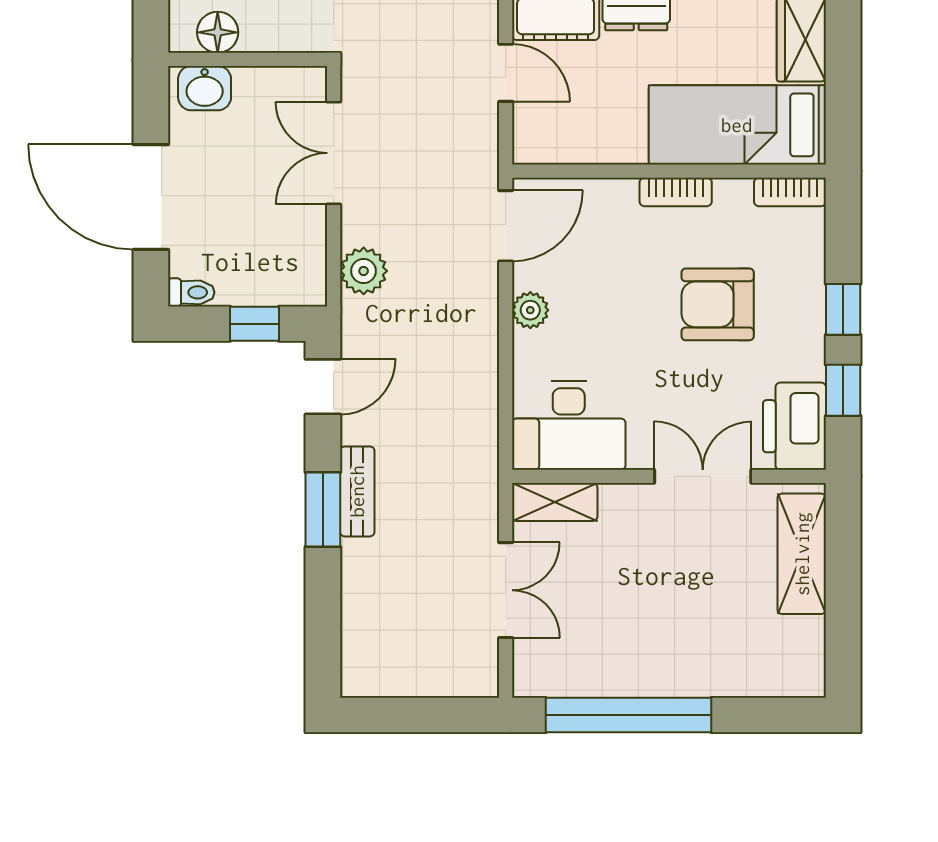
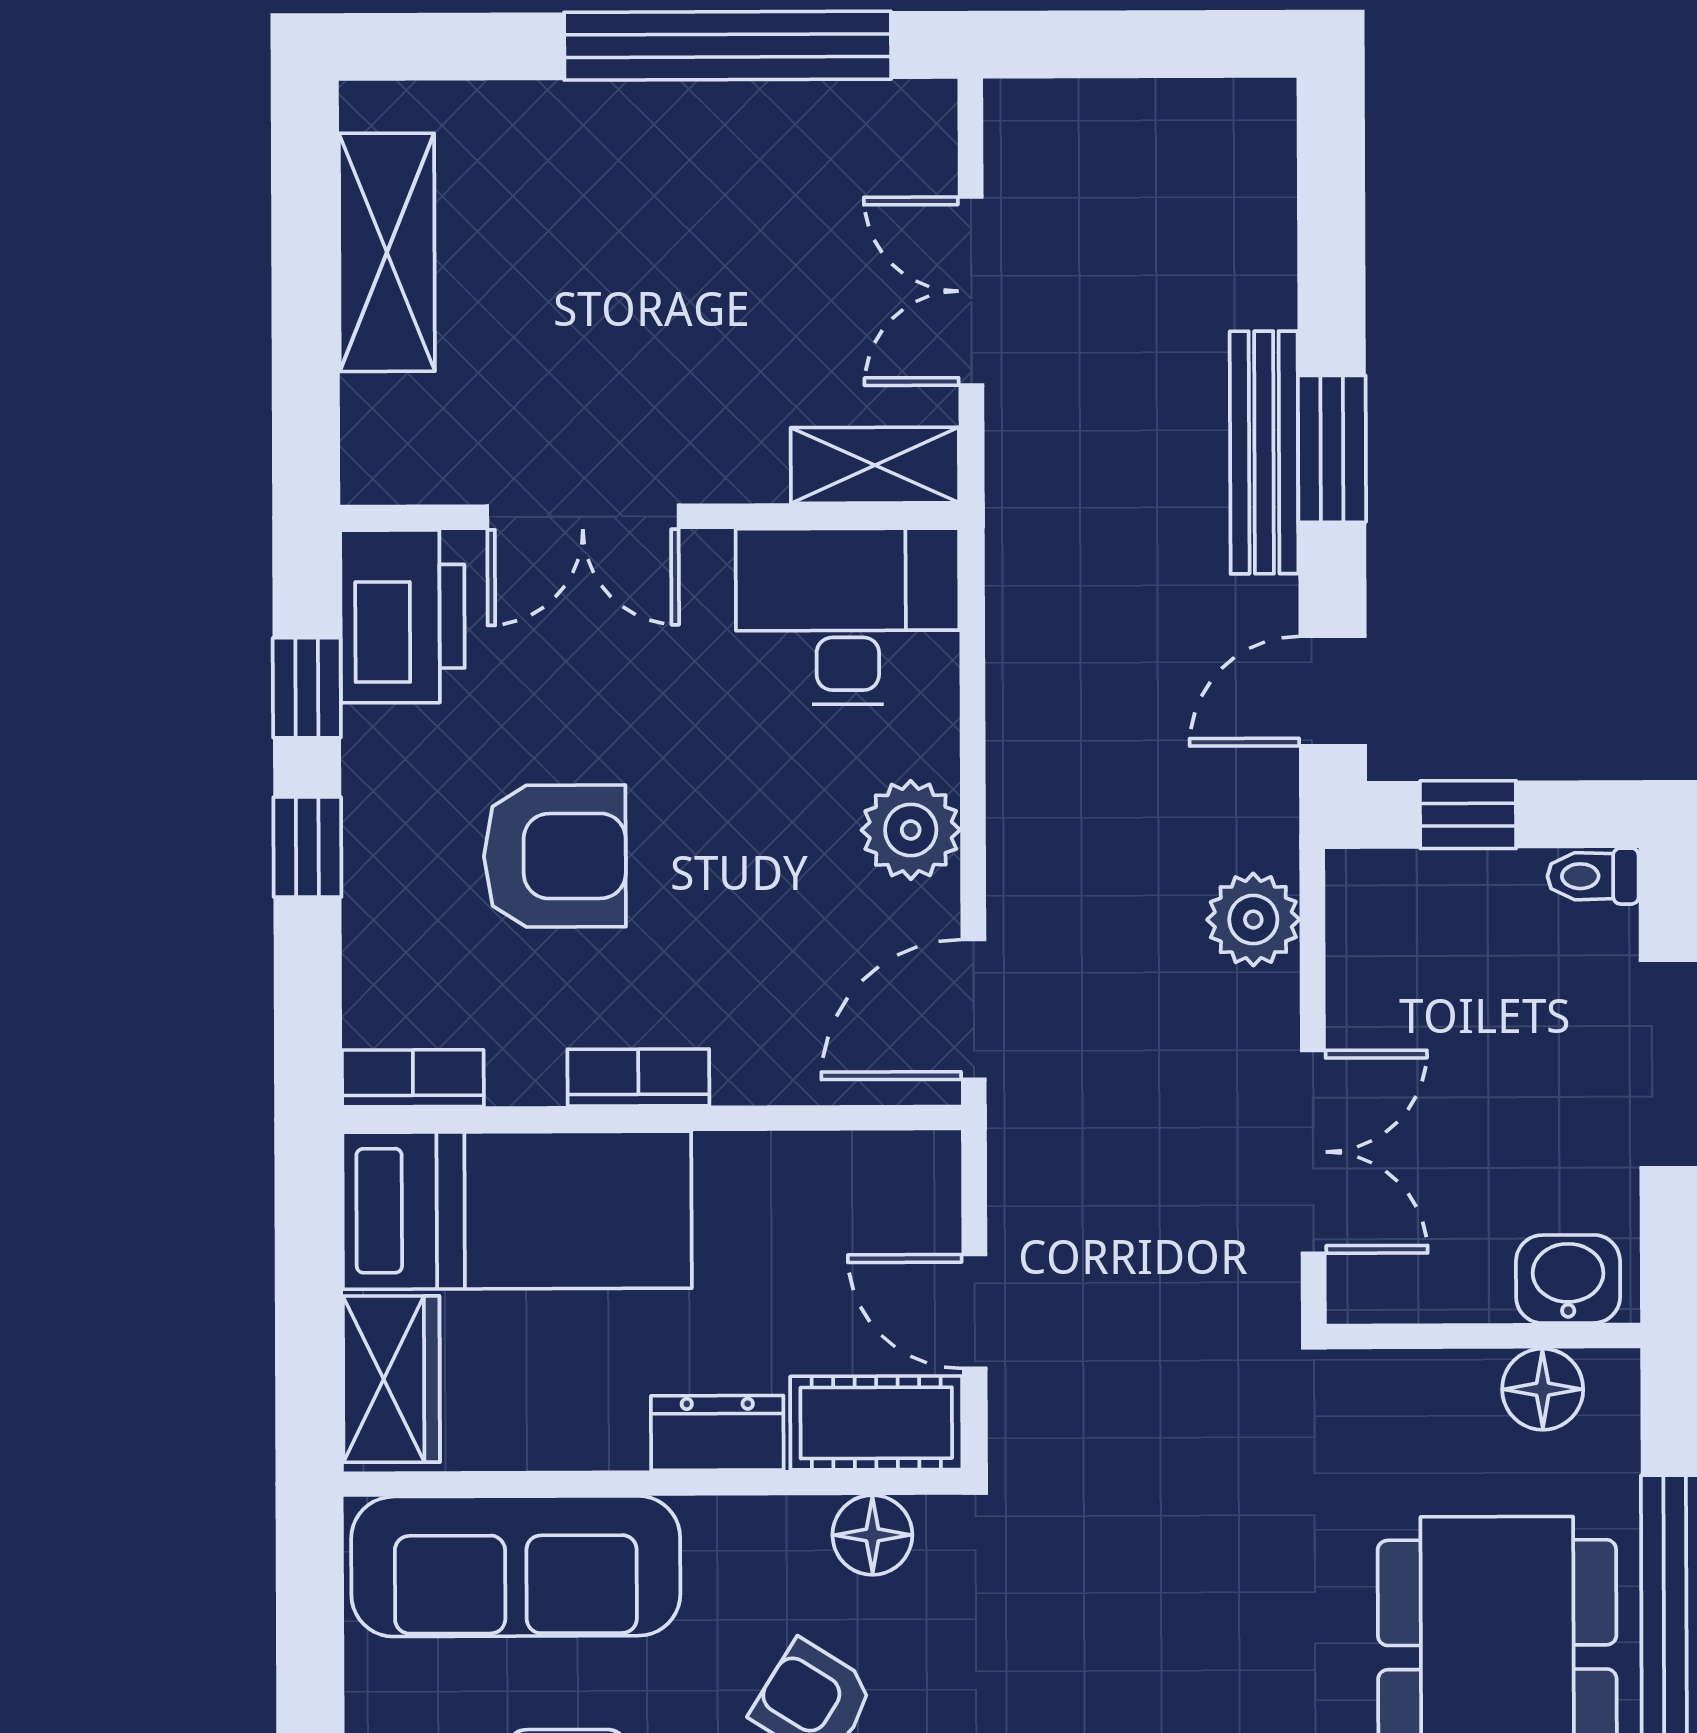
plant: (530, 310) -> (911, 830), width x1.38, depth x1.38
bench: (357, 491) -> (1264, 452), width x1.36
shelving: (802, 554) -> (387, 252), moved

